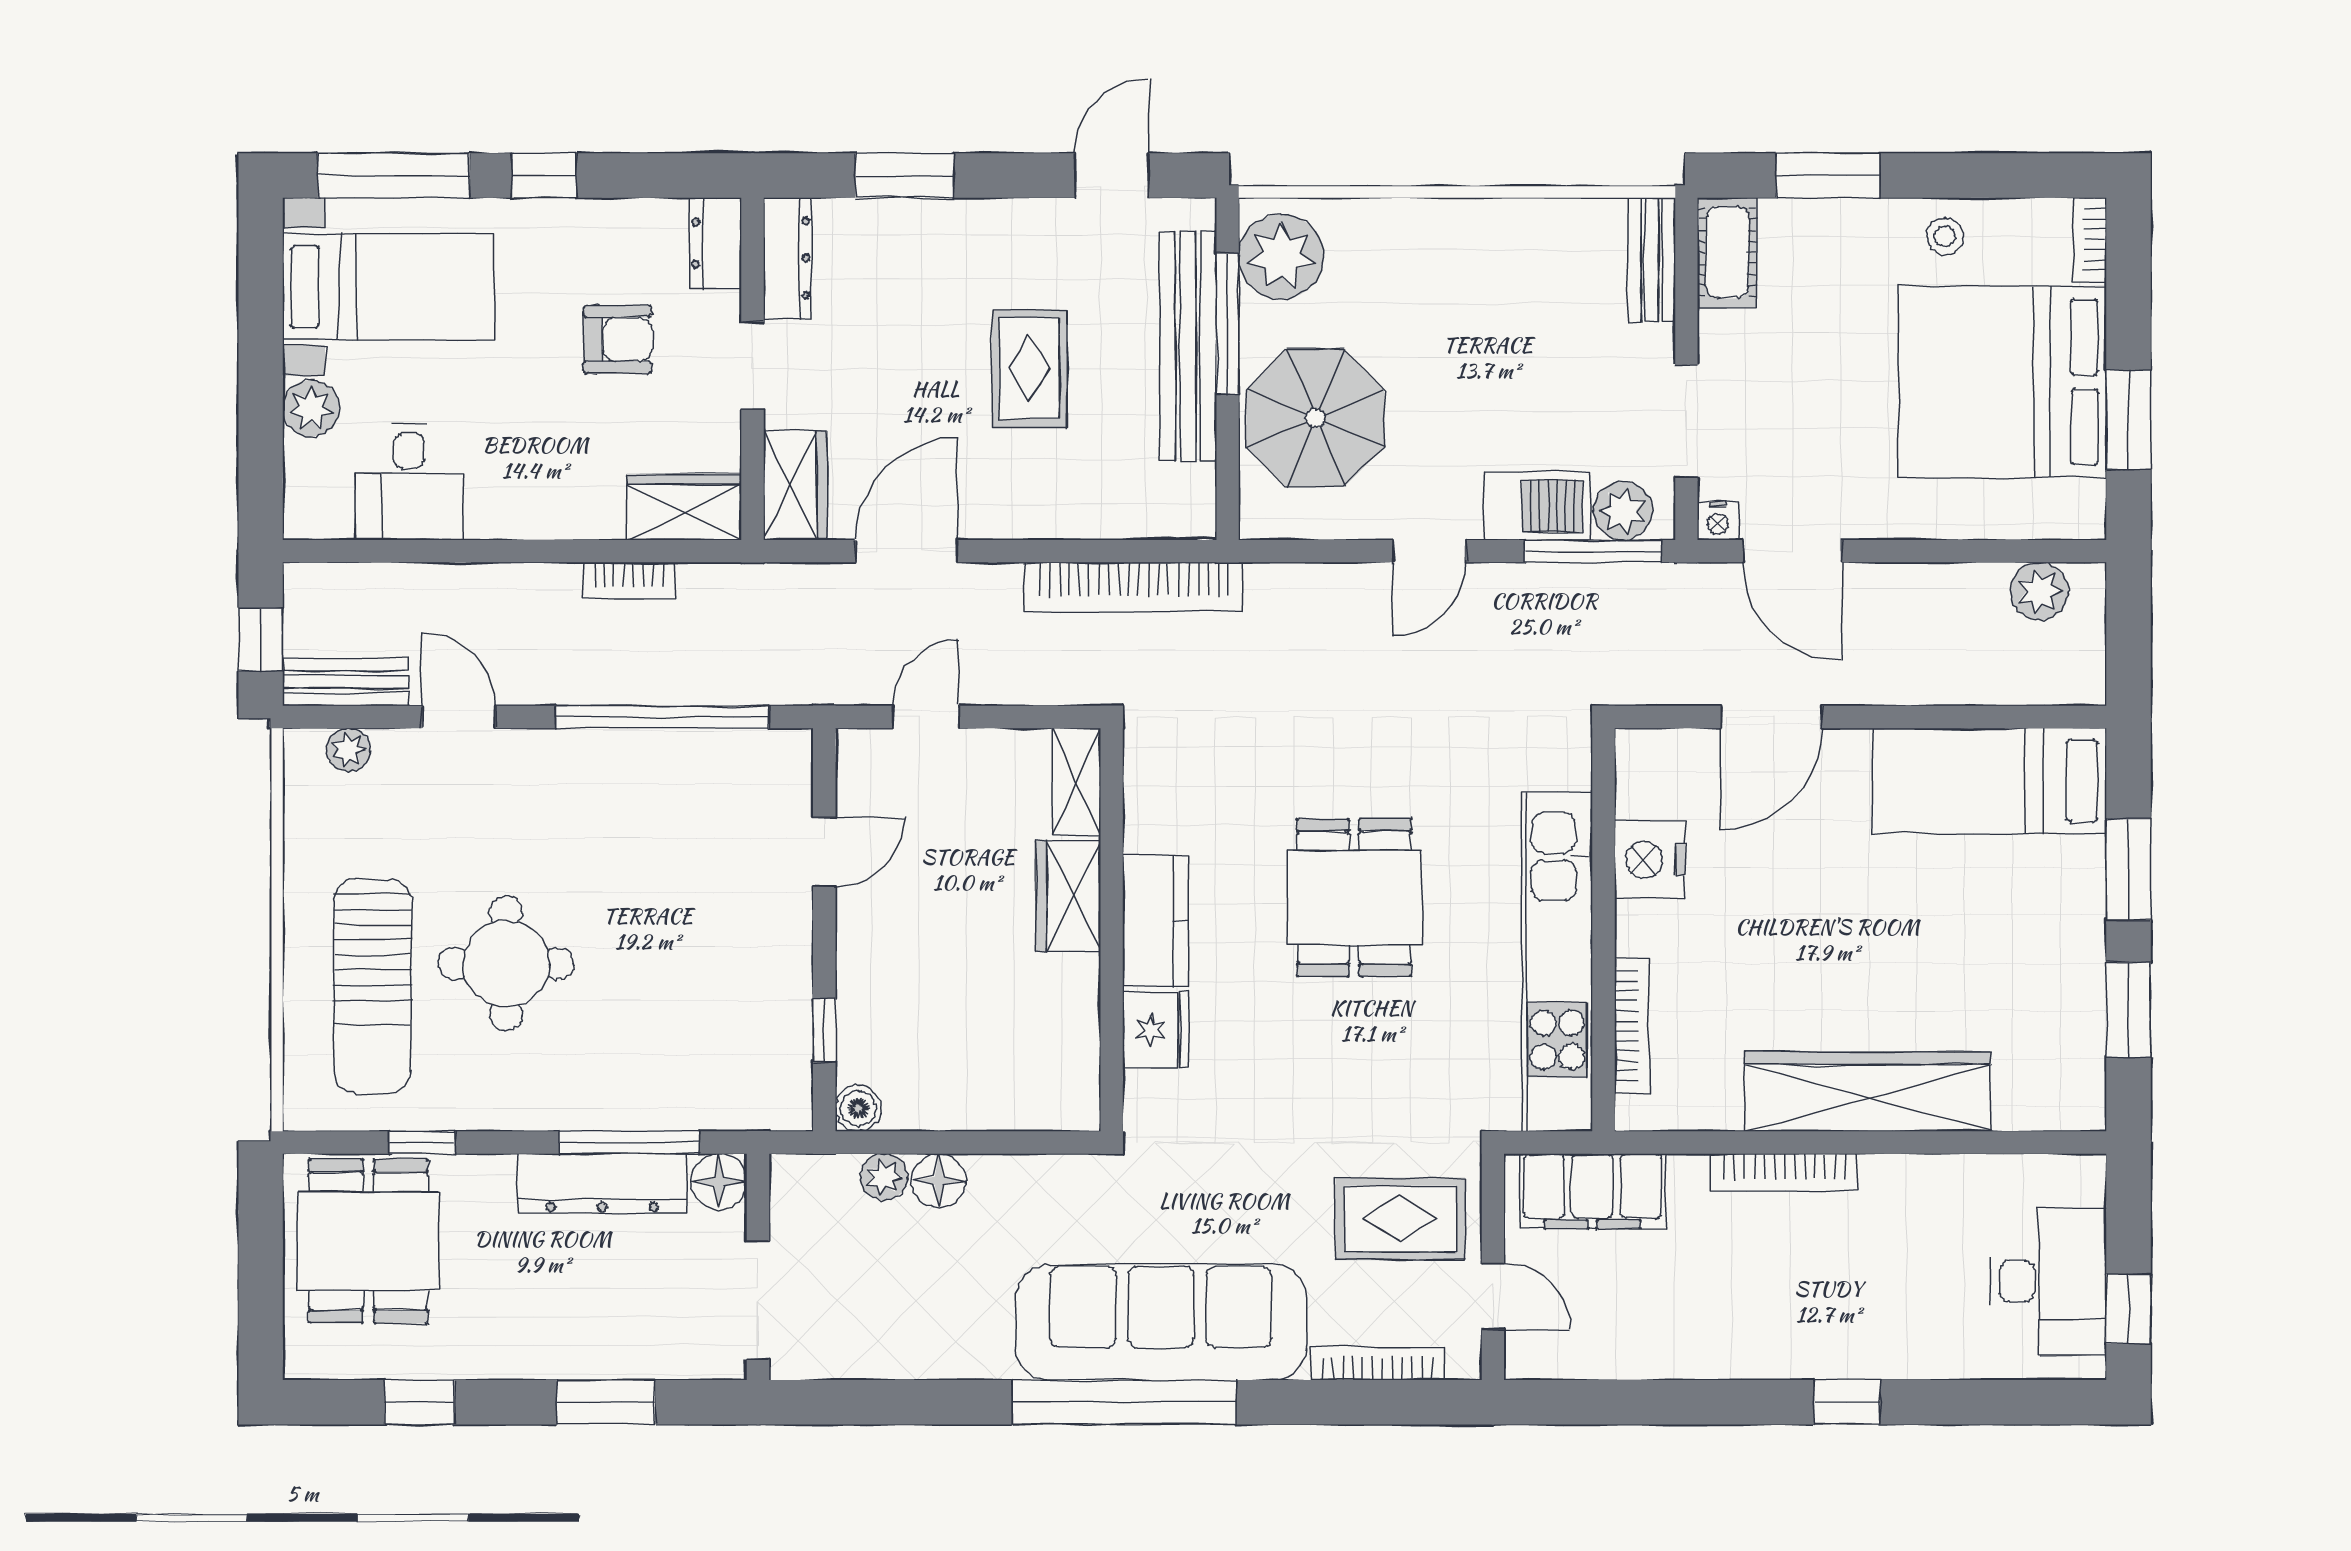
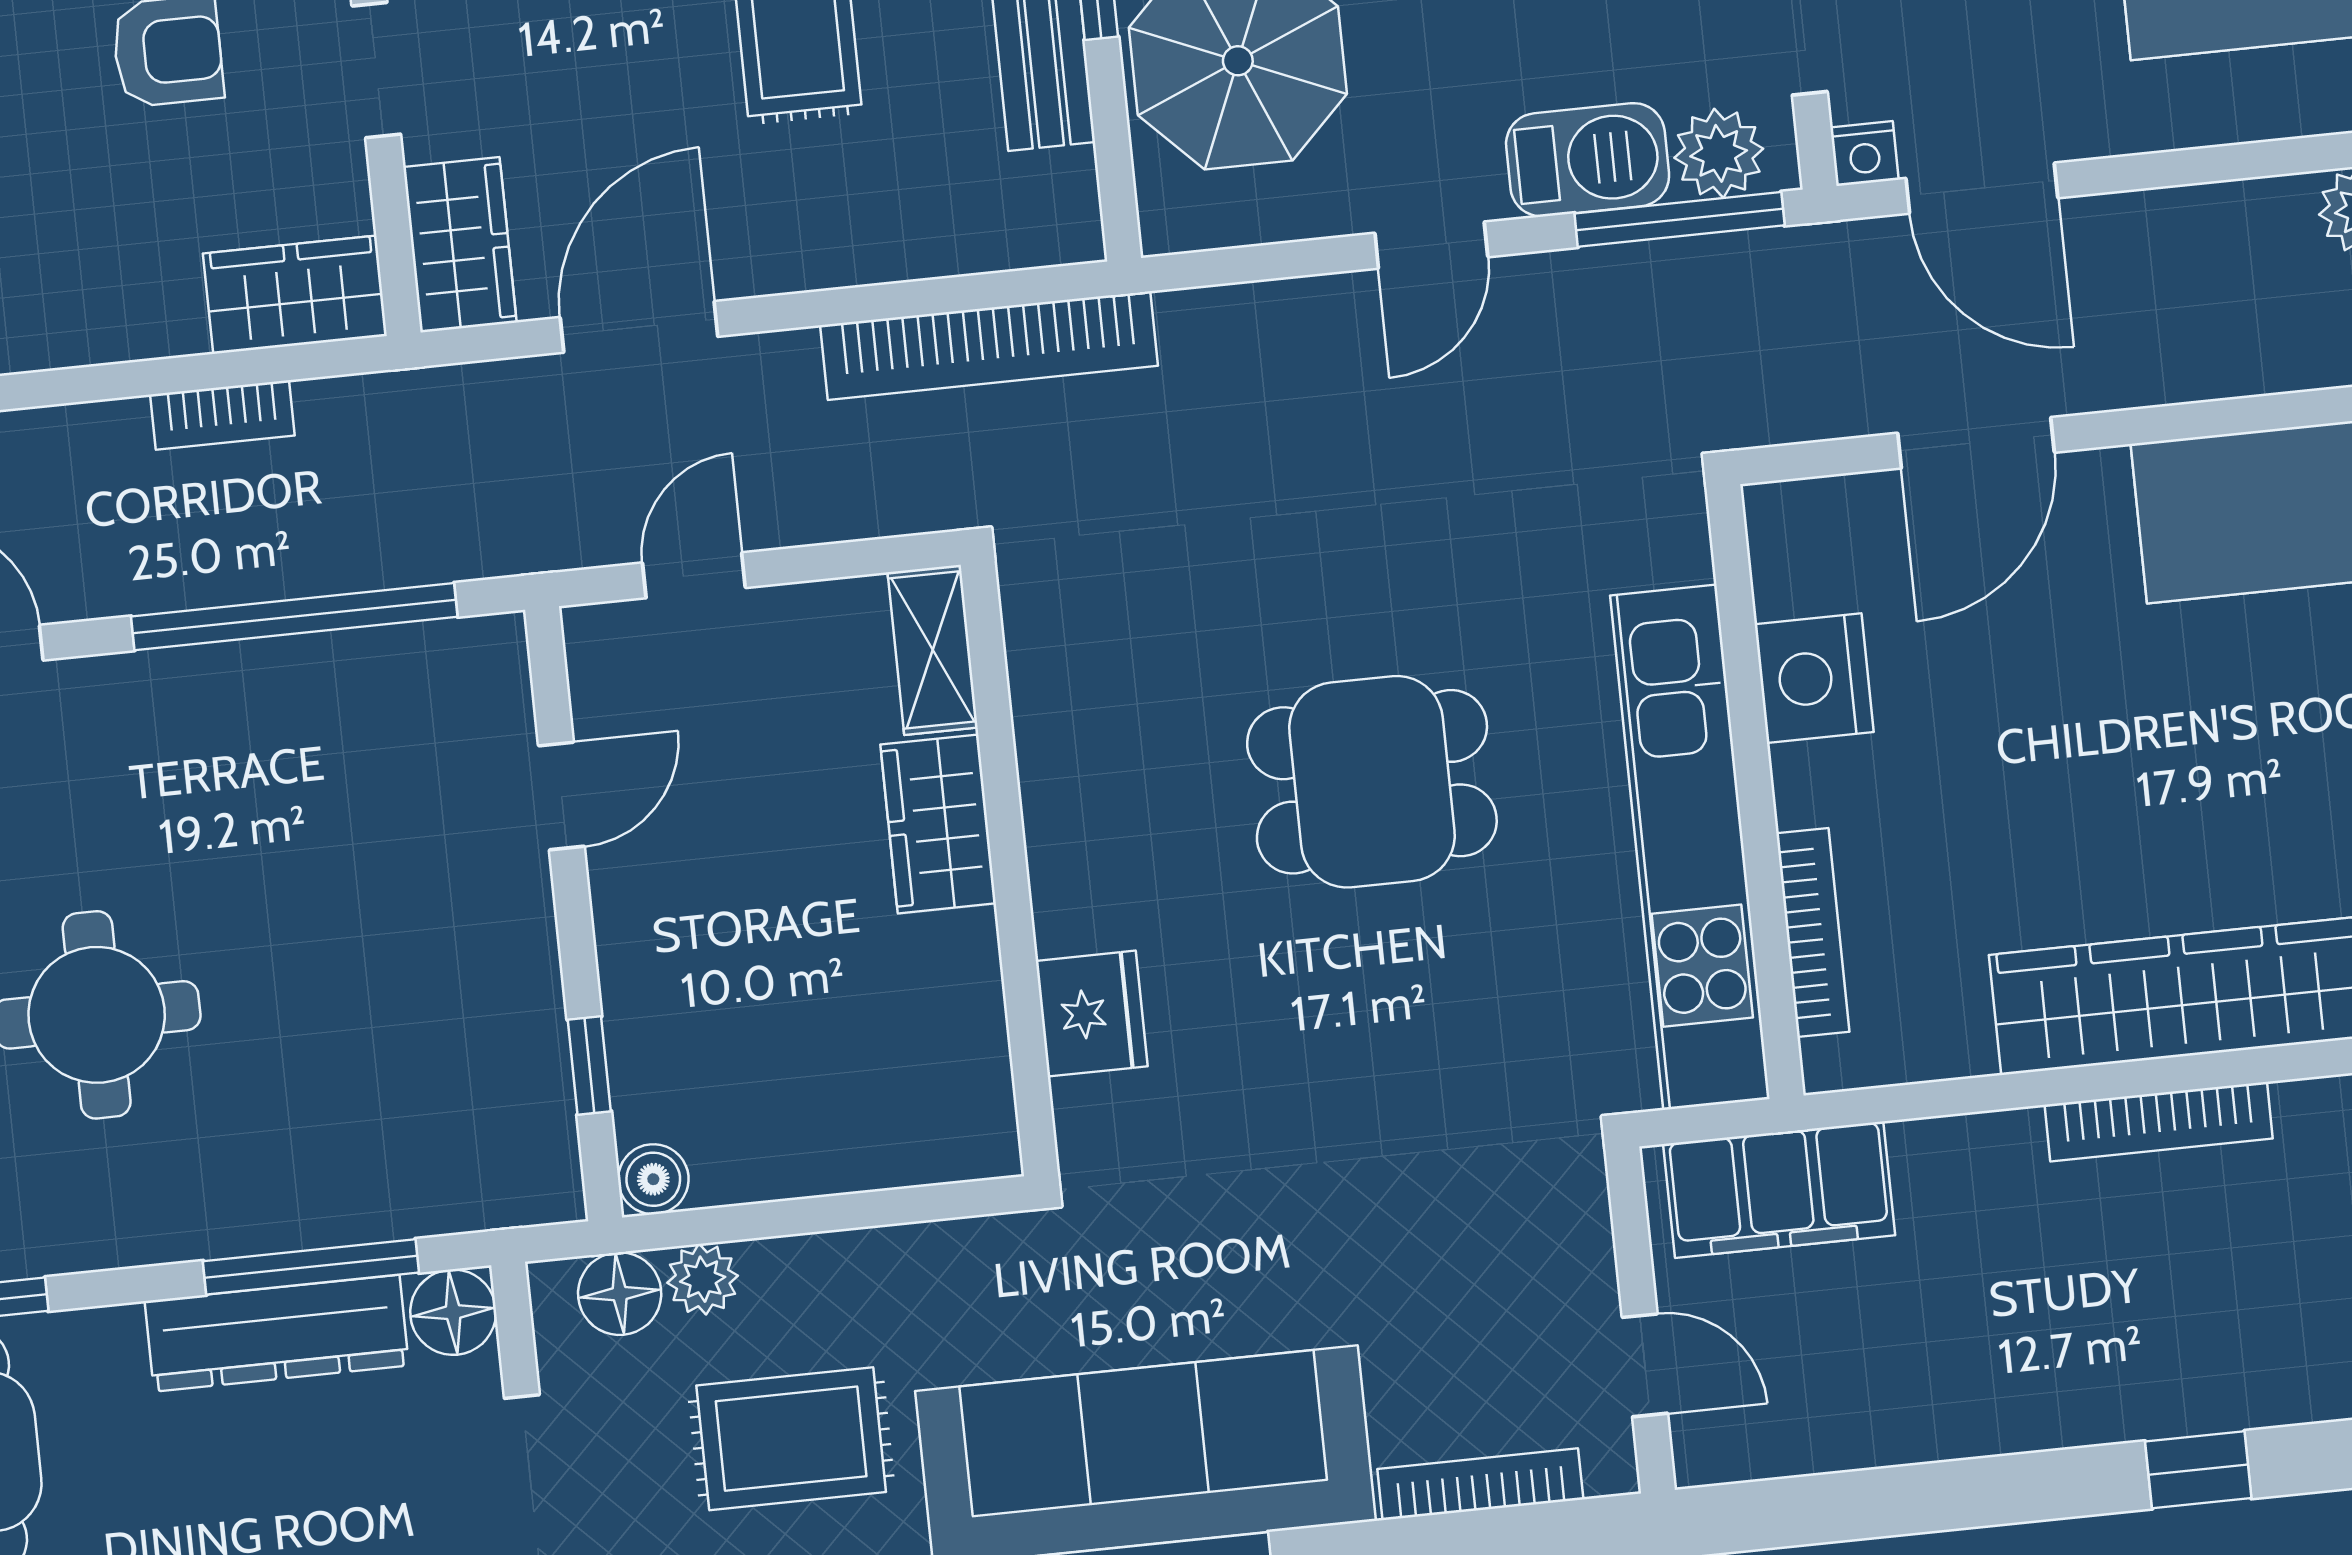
dining table: (1354, 897) -> (1372, 782), turned 90
kitchen counter: (1156, 921) -> (1075, 849), removed
bookcase: (1785, 1172) -> (2159, 1122), moved
floor lamp: (939, 1181) -> (620, 1294), moved
rug: (1400, 1219) -> (791, 1439), moved

